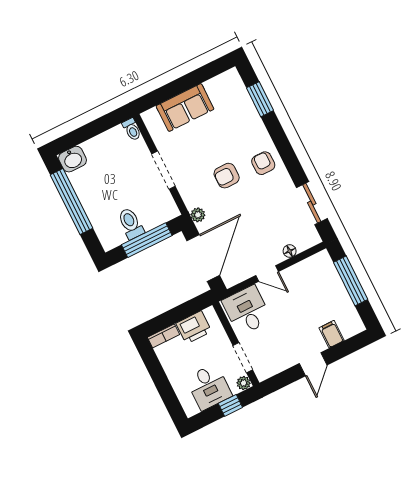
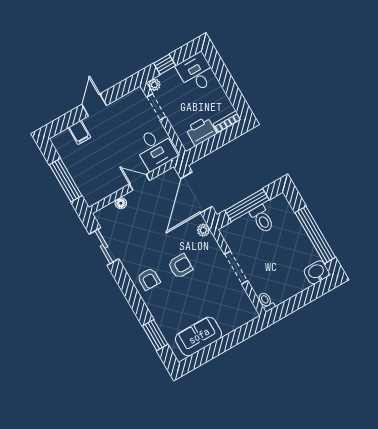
sofa: (185, 107) -> (199, 336), moved
desk: (209, 387) -> (196, 73), moved

